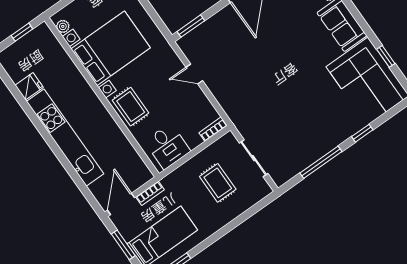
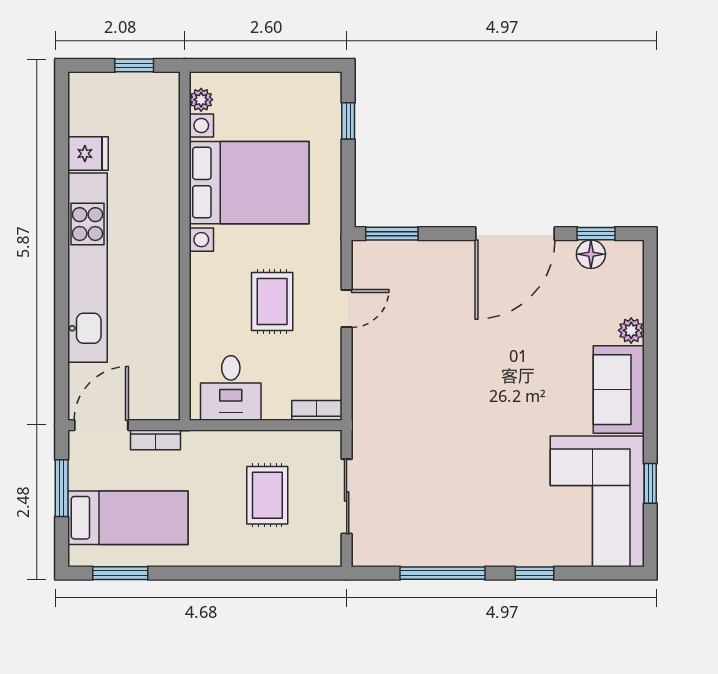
door: (194, 74) -> (347, 309), swing flipped
rug: (131, 107) -> (272, 302), moved

